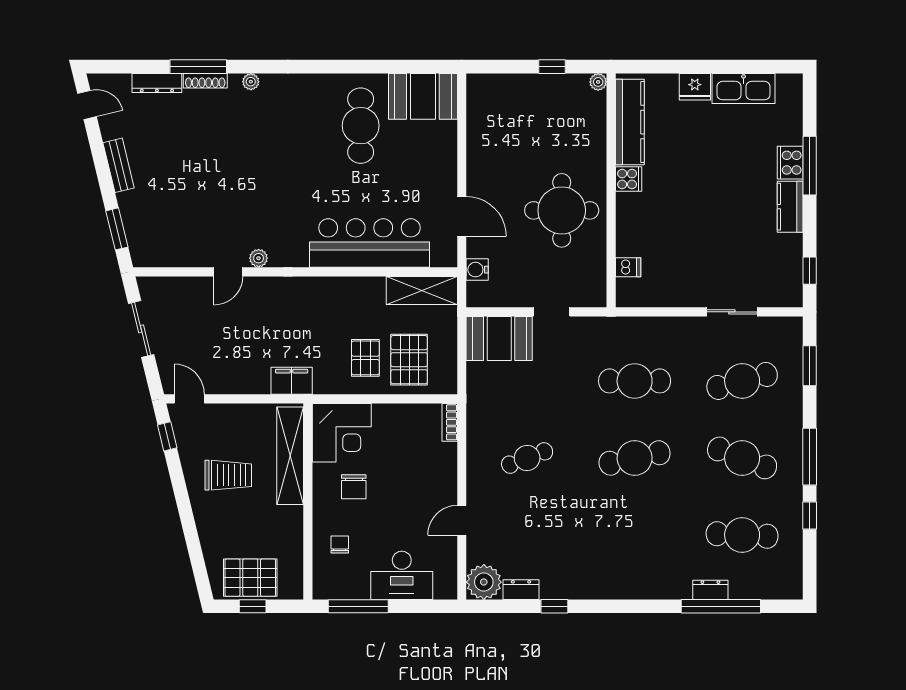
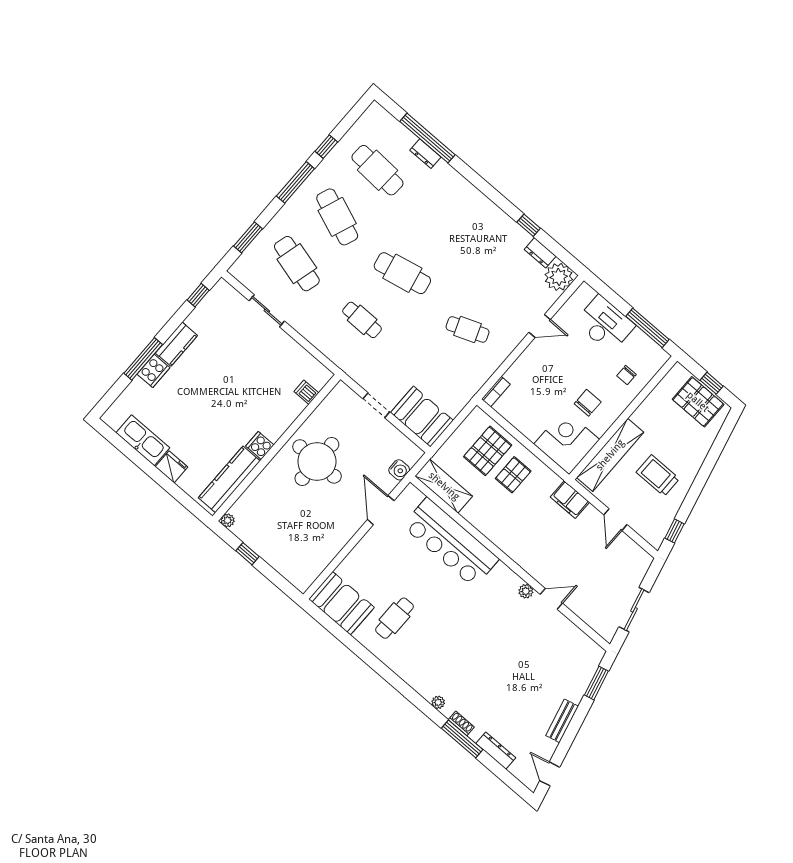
shoe rack: (205, 81) -> (461, 723), width x0.70
cafe table: (361, 126) -> (394, 618), width x0.73, depth x0.74
cafe table: (635, 381) -> (362, 320), width x0.73, depth x0.74
cafe table: (742, 381) -> (297, 264), turned 30
door: (189, 399) -> (615, 520), moved

